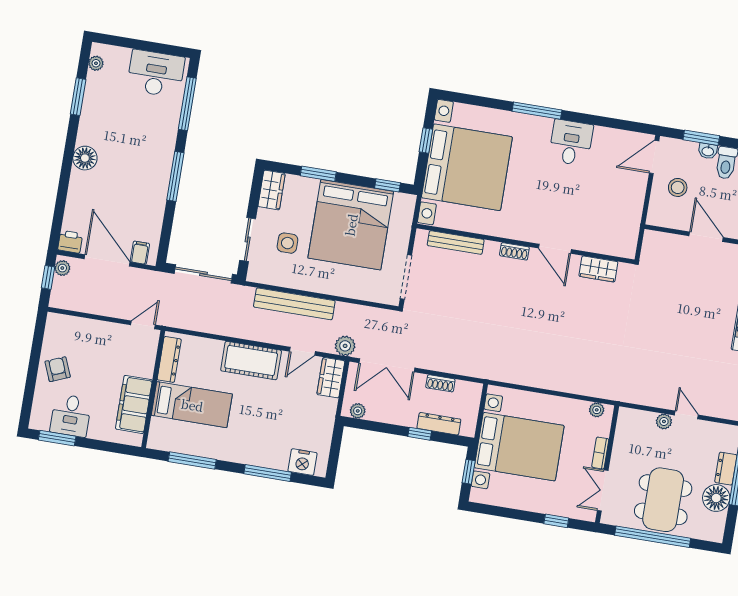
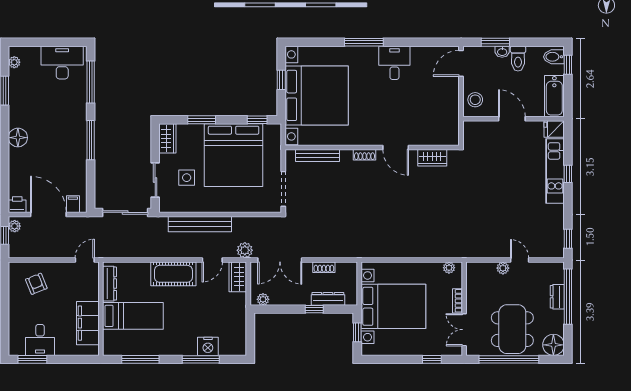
stool: (678, 187) -> (475, 100), moved
armchair: (58, 369) -> (36, 284), moved
nightstand: (303, 462) -> (208, 346), moved
floor lamp: (716, 498) -> (553, 345), moved

